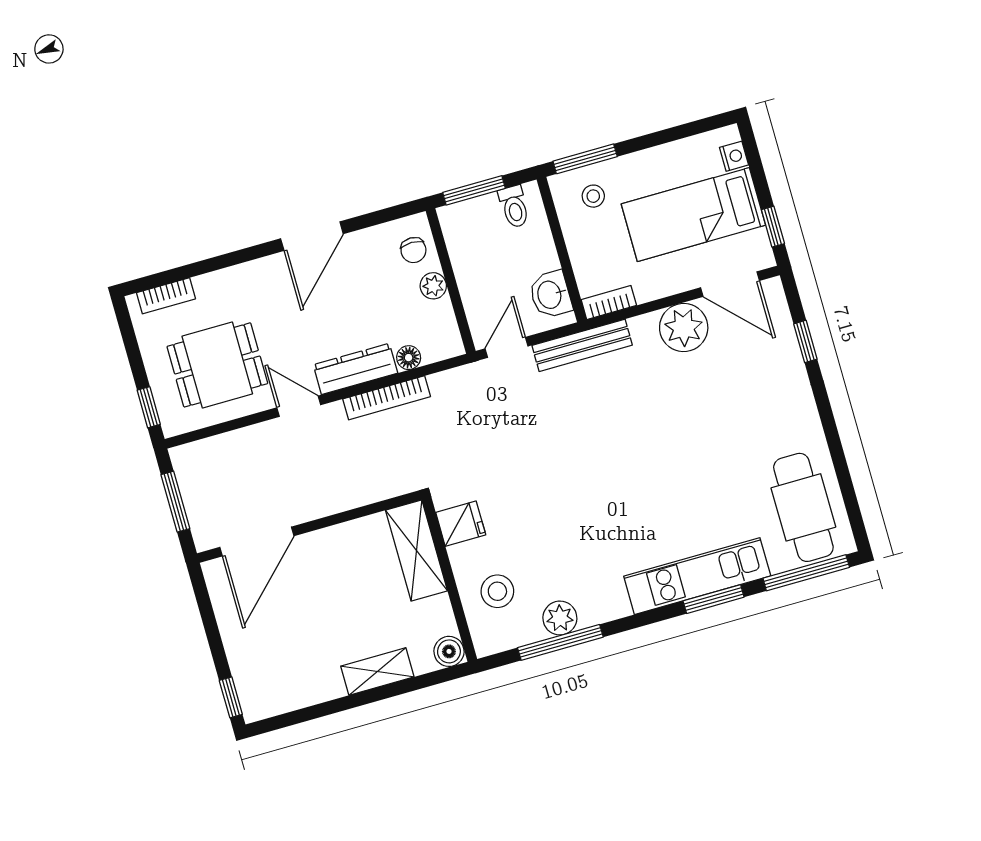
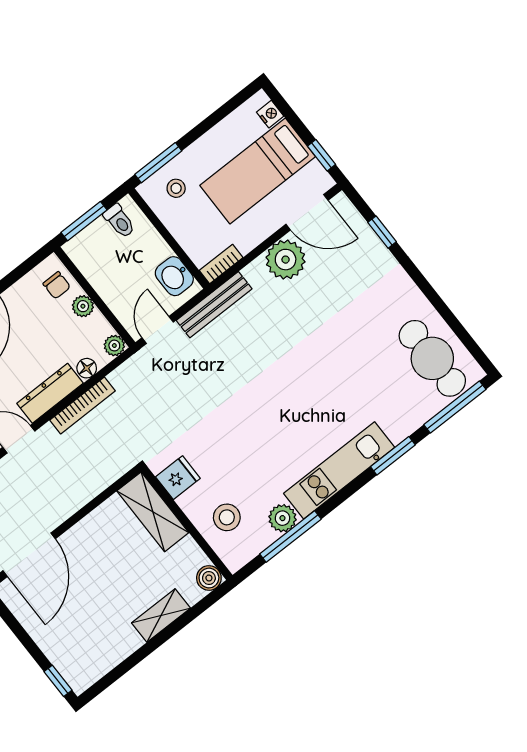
plant: (450, 345) -> (114, 346), added
kitchen unit: (697, 576) -> (339, 470), moved

